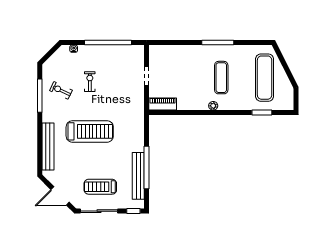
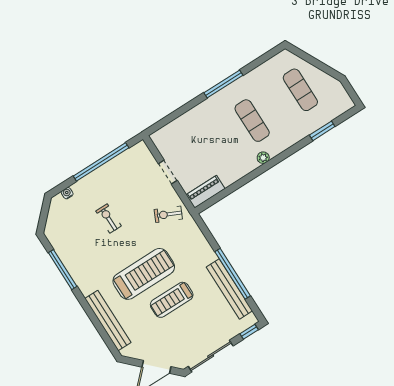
exercise mat: (265, 78) -> (300, 90), width x0.73, depth x0.69
exercise bike: (61, 90) -> (168, 214), moved
treadmill: (100, 187) -> (172, 300), moved

